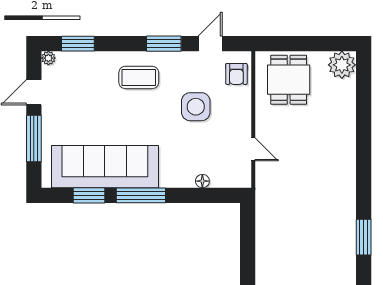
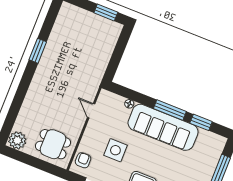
dining table: (289, 80) -> (53, 144), turned 90
sofa: (105, 167) -> (163, 127), moved
window: (364, 237) -> (38, 51), moved

